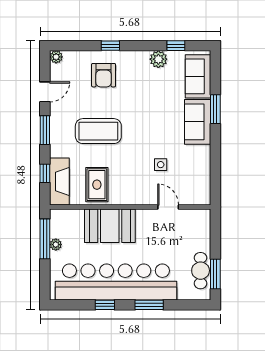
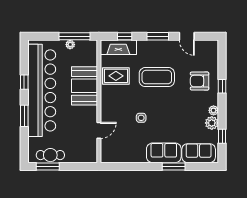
plant: (56, 57) -> (213, 110), moved
coffee table: (98, 131) -> (157, 77), turned 90
side table: (161, 165) -> (141, 118), moved

